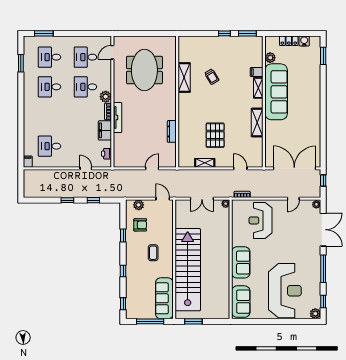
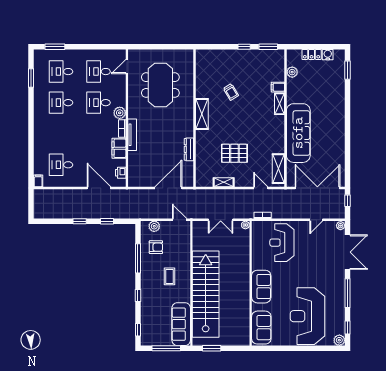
shelving: (184, 78) -> (202, 114), moved
sofa: (276, 92) -> (298, 133), moved
shelving: (257, 123) -> (278, 169), moved
pallet: (215, 135) -> (234, 153), turned 90
door: (86, 168) -> (99, 188), width x1.88
door: (152, 168) -> (168, 188), width x1.88
window: (123, 236) -> (138, 258), width x2.17
reception desk: (285, 291) -> (307, 316), turned 180

